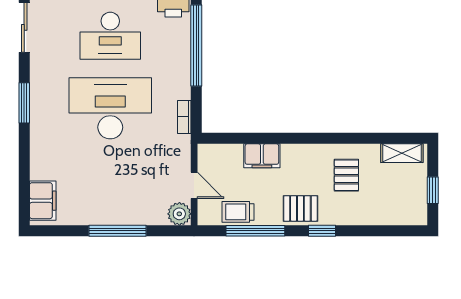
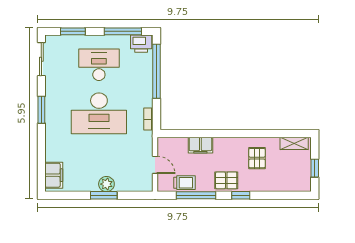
desk: (110, 36) -> (99, 65), turned 180
desk: (110, 108) -> (99, 113), turned 180
trolley: (238, 212) -> (184, 183), turned 180
plant: (179, 214) -> (106, 184), moved
window: (117, 231) -> (104, 195), width x0.69

